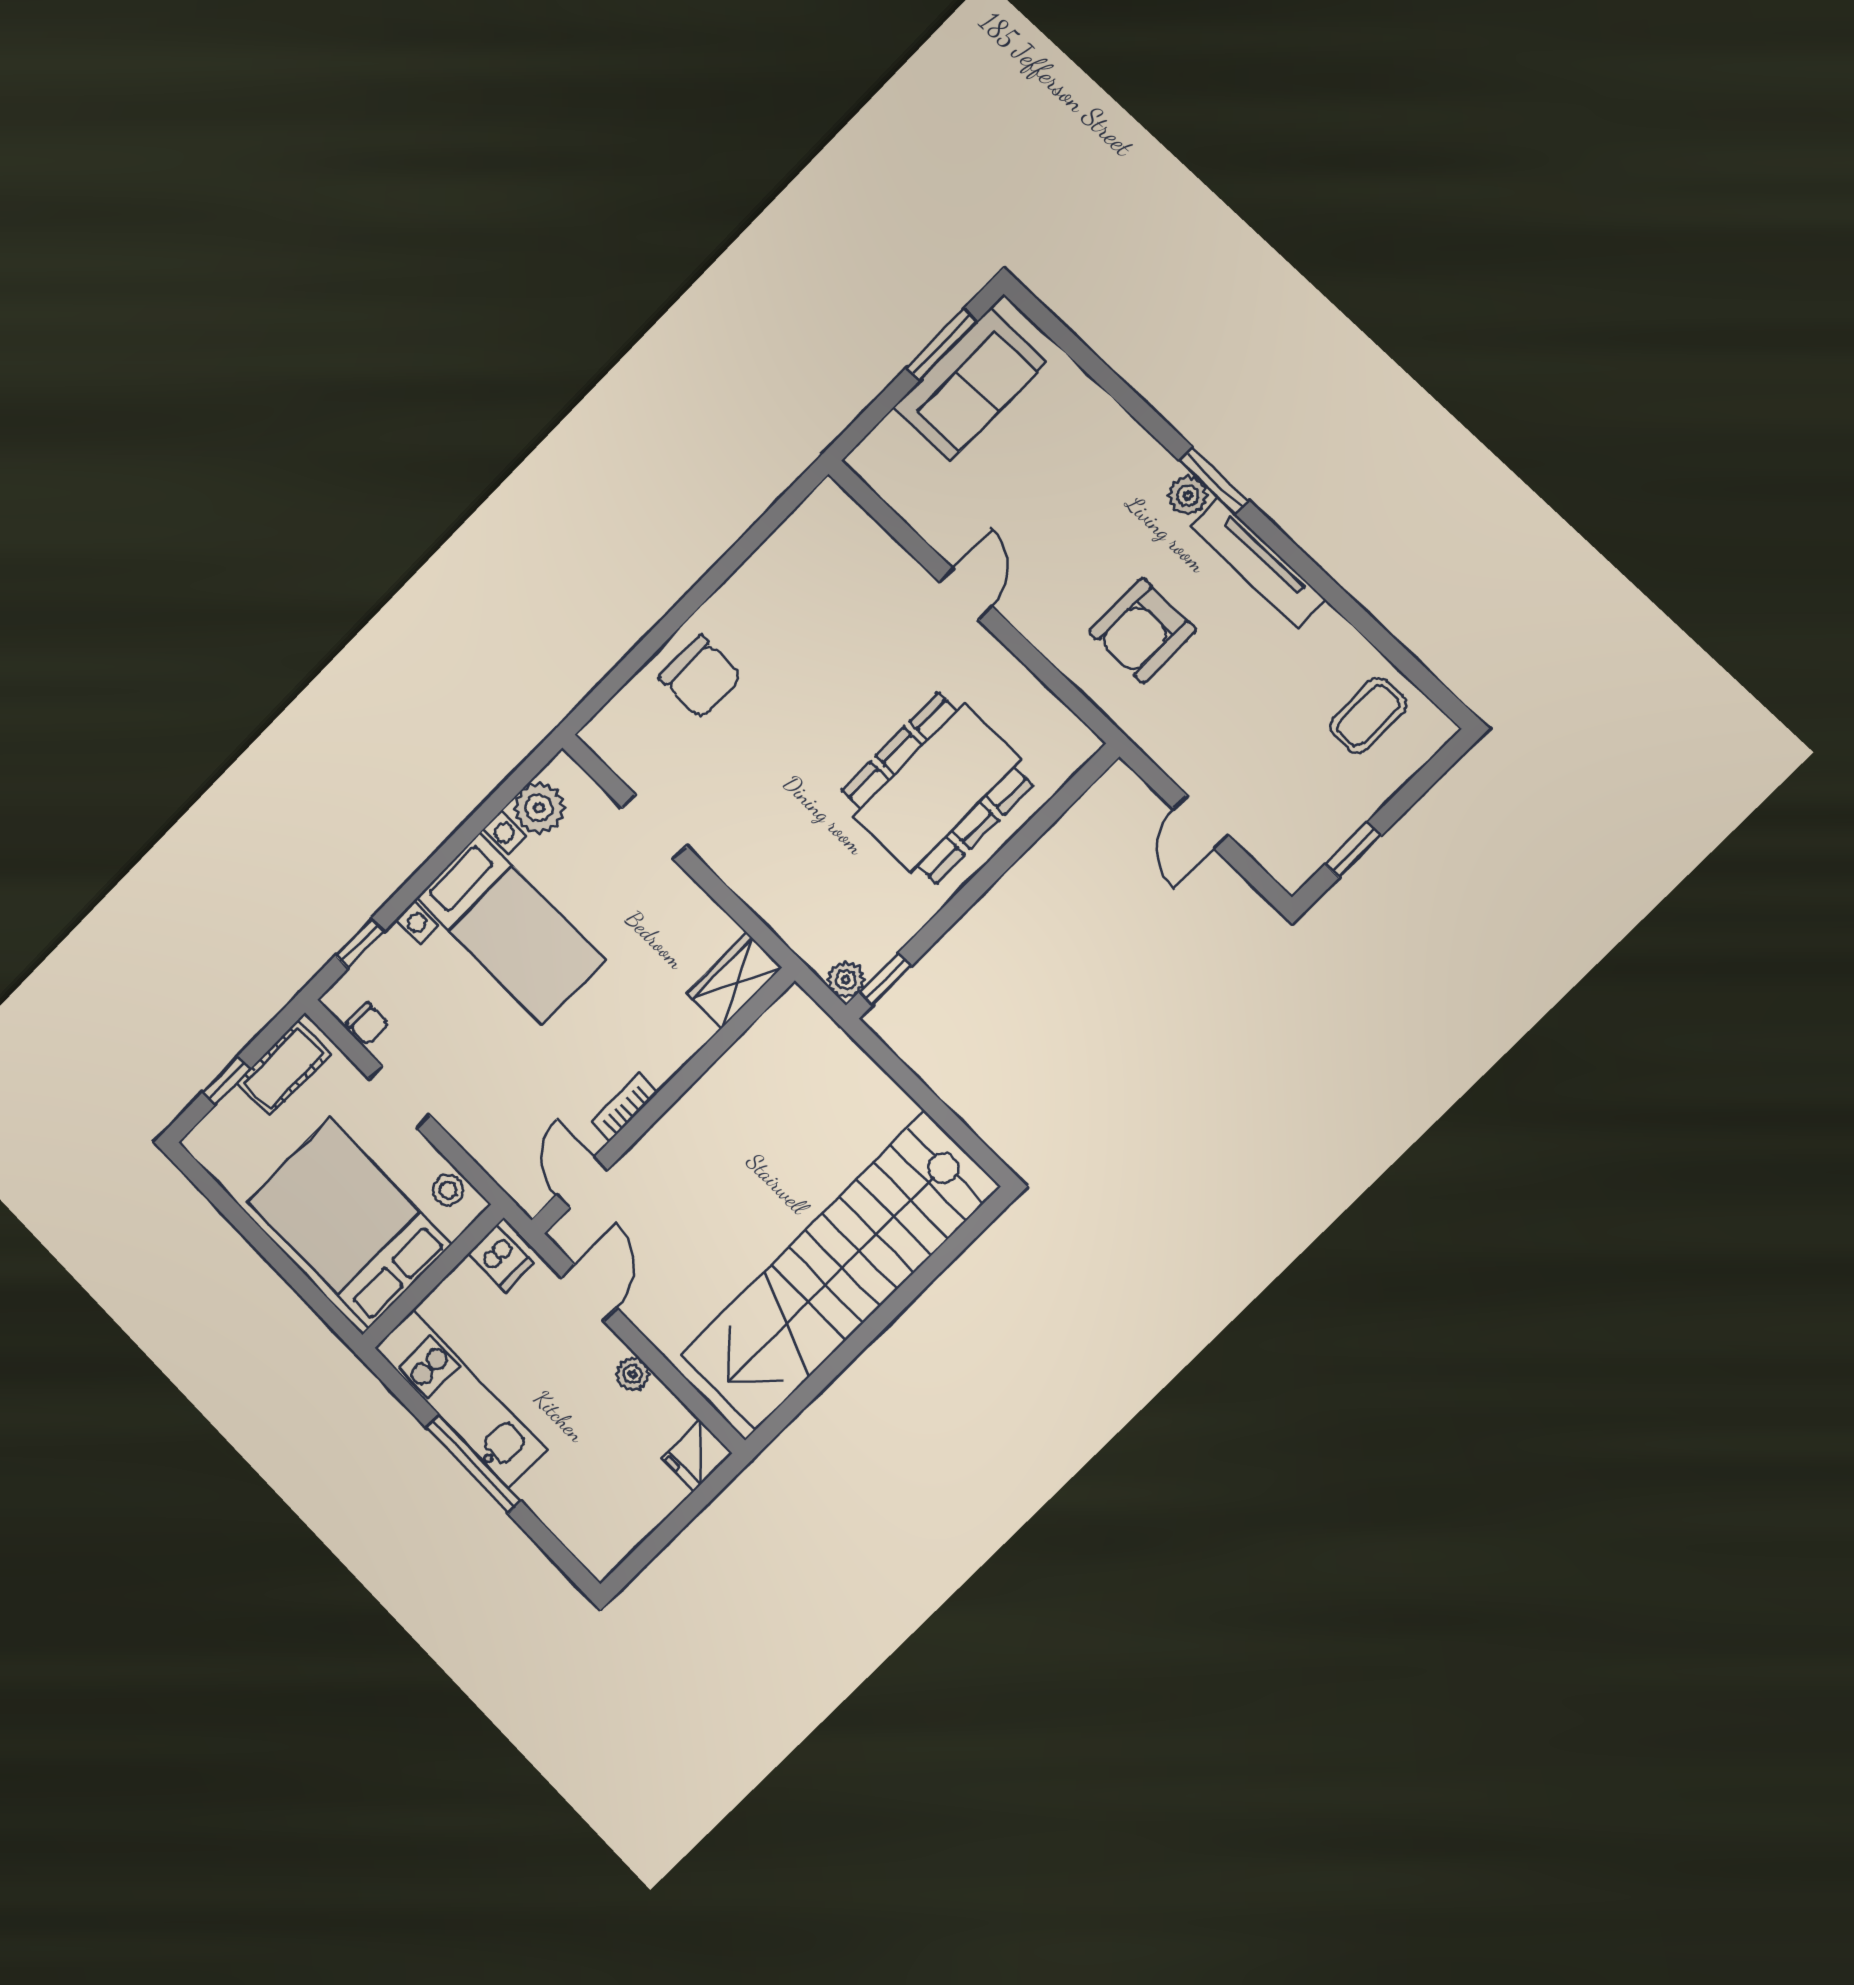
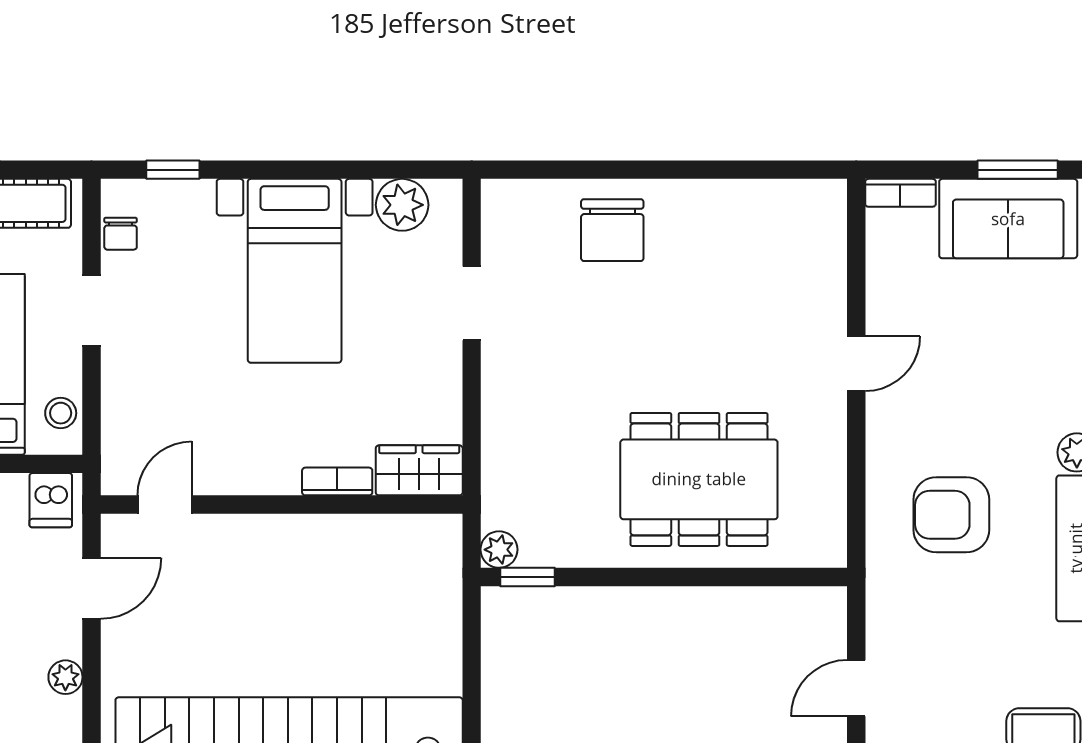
bookcase: (876, 445) -> (900, 193), added
bookcase: (624, 1107) -> (337, 481), moved

